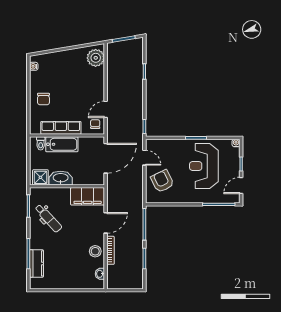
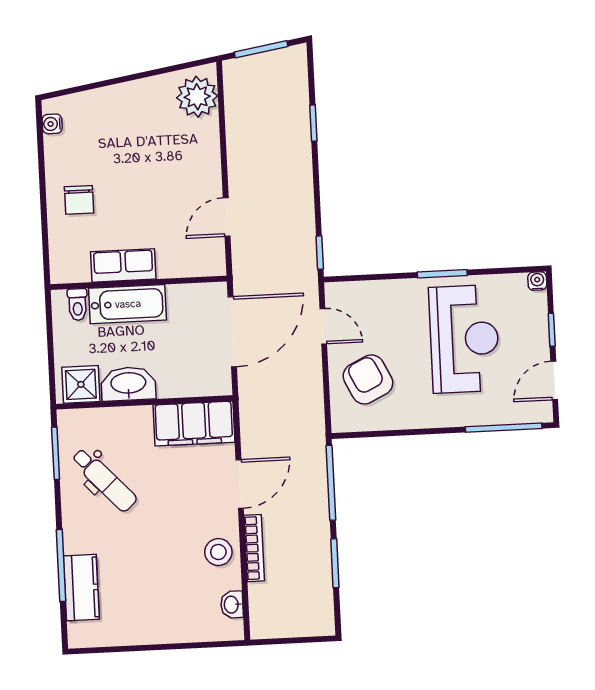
chair: (95, 124) -> (204, 253), removed
row of seats: (61, 128) -> (123, 265), width x0.68
reception desk: (204, 166) -> (464, 339), turned 180

